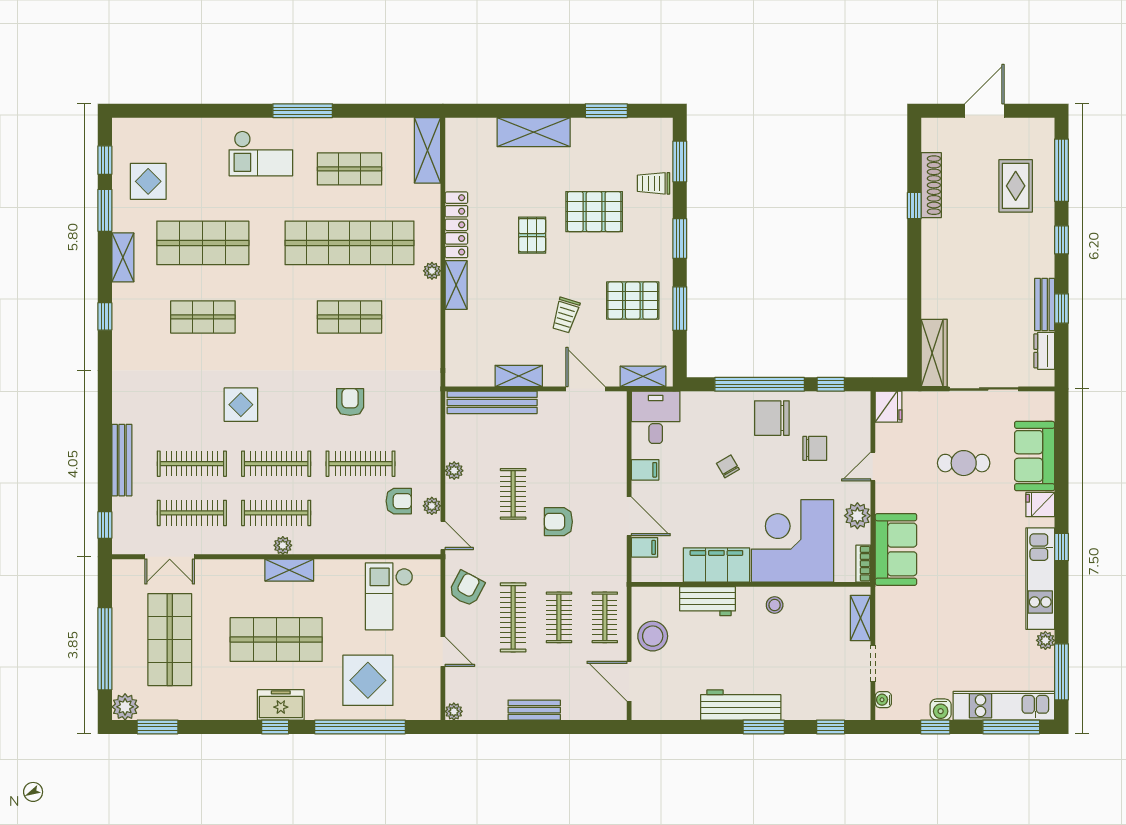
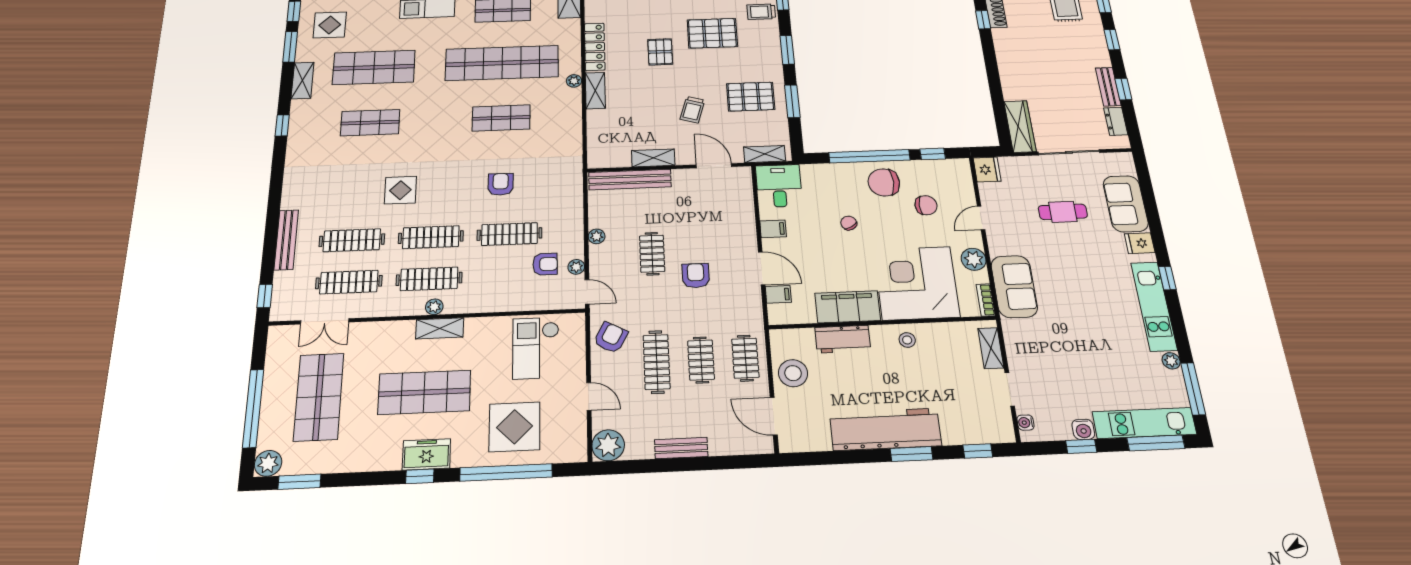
armchair: (558, 522) -> (696, 276), turned 90
workbench: (741, 705) -> (885, 429), width x1.36, depth x1.32
plant: (454, 711) -> (608, 445), width x1.87, depth x1.87

